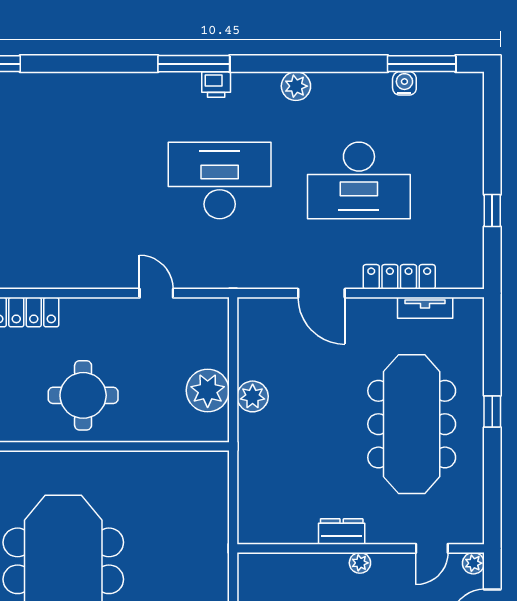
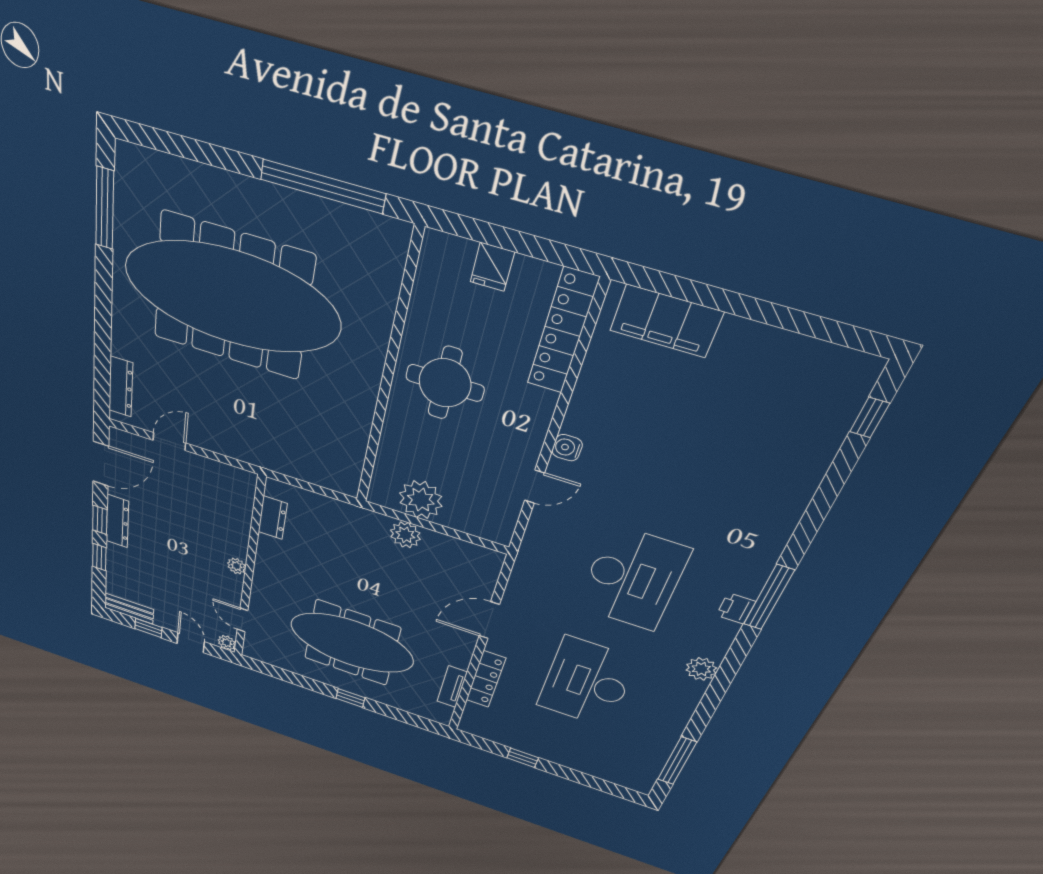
water cooler: (404, 83) -> (567, 448), moved, turned 180
dresser: (342, 531) -> (273, 518), moved

